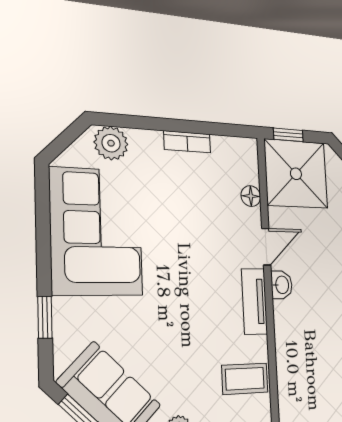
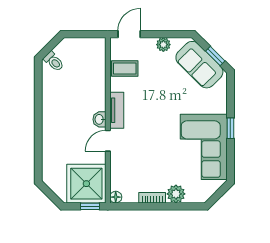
plant: (111, 143) -> (176, 194), moved
floor lamp: (251, 196) -> (116, 197), moved
window: (45, 317) -> (230, 128), moved

